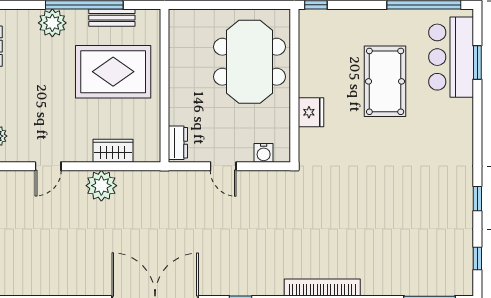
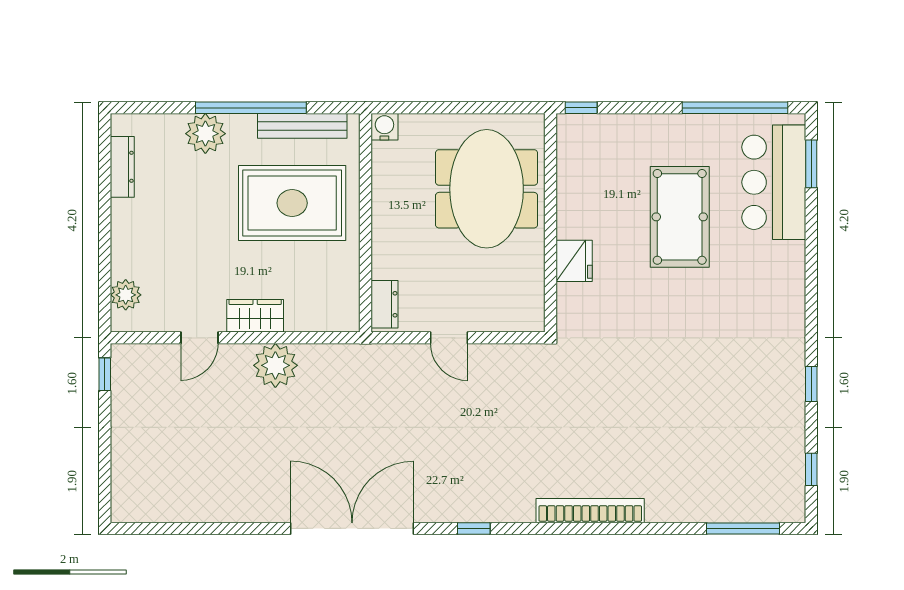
bench: (112, 18) -> (302, 126), width x1.36
window: (477, 62) -> (811, 164), moved
wardrobe: (113, 151) -> (255, 316), moved
water cooler: (264, 153) -> (384, 127), moved, turned 180

